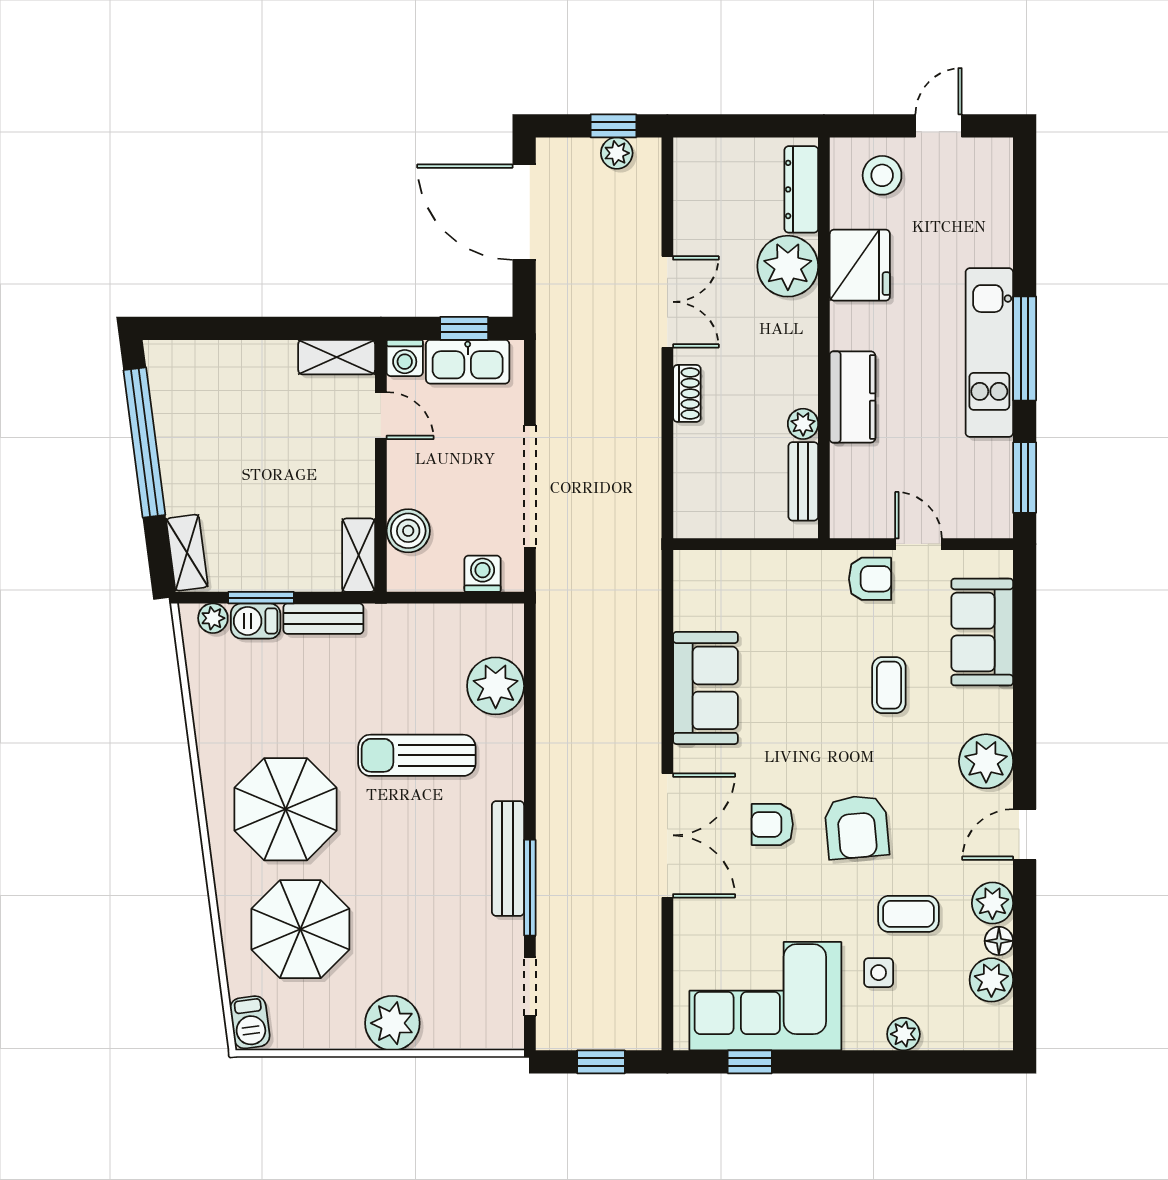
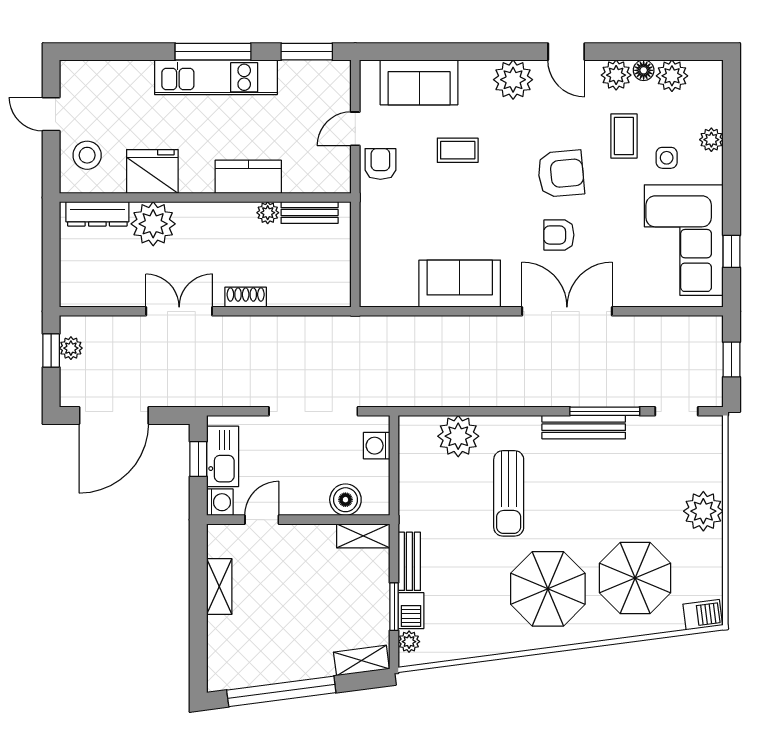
shelving: (337, 357) -> (219, 586), moved
armchair: (772, 824) -> (559, 235), turned 90

